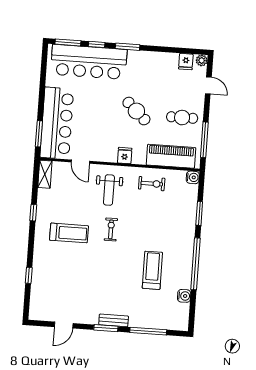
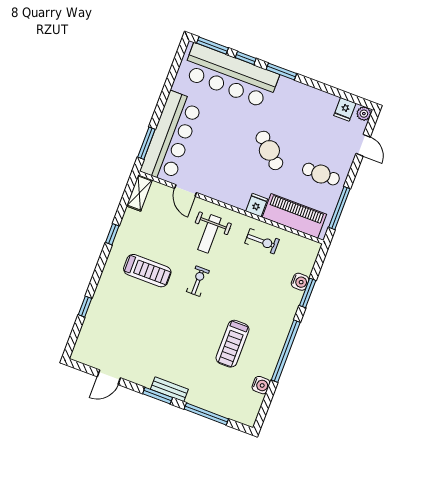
fridge: (125, 156) -> (257, 205), moved
water cooler: (193, 177) -> (300, 282), moved
treadmill: (152, 270) -> (233, 344), turned 180

